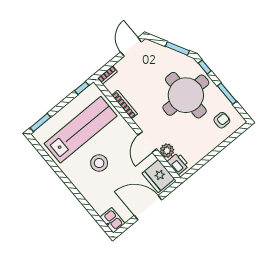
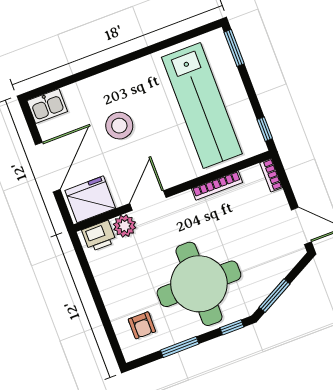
door: (147, 142) -> (148, 200), hinge flipped
stool: (99, 163) -> (119, 126), moved

